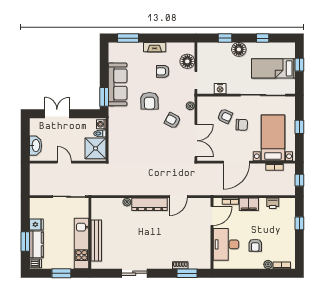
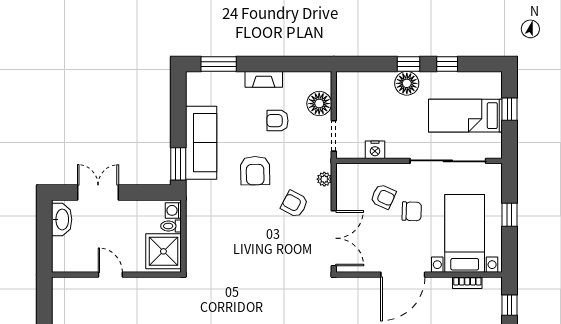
window: (225, 38) -> (409, 64), moved
washbasin: (36, 146) -> (62, 219), moved

